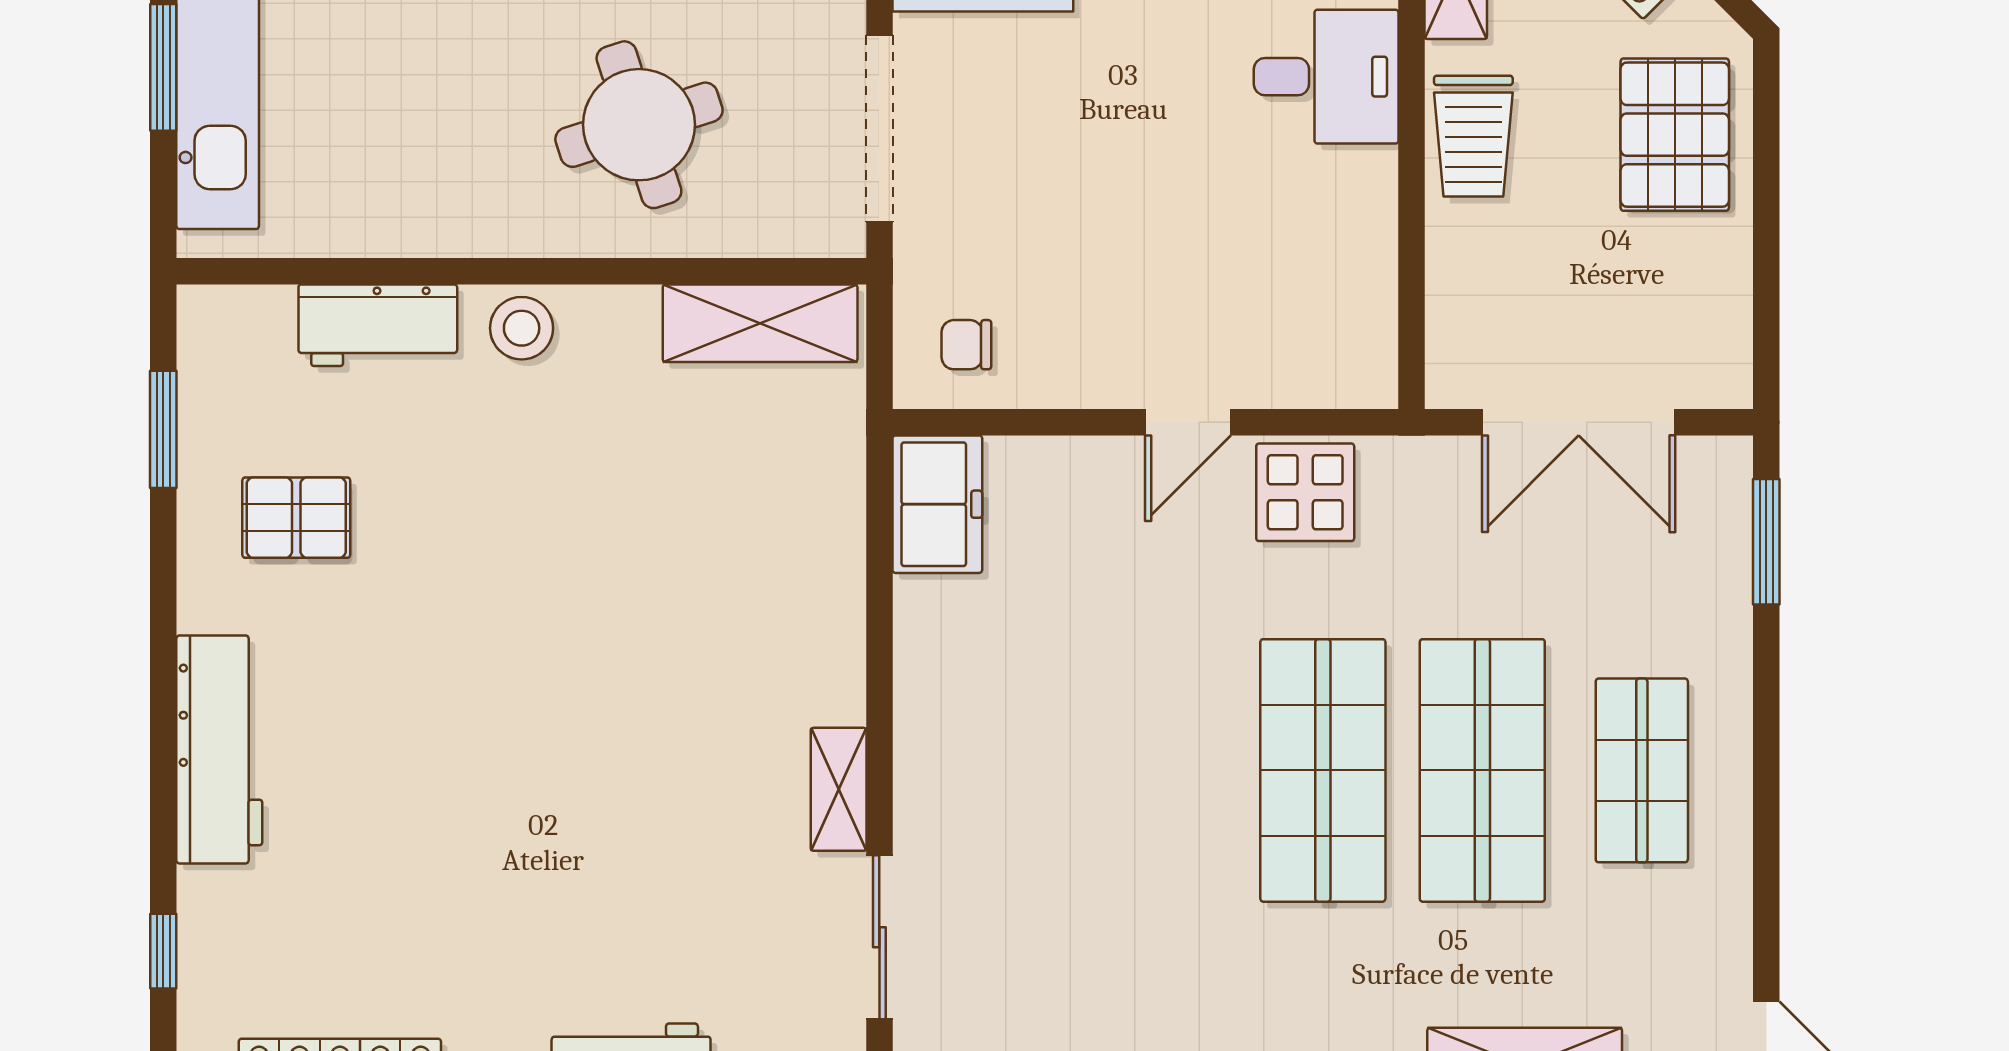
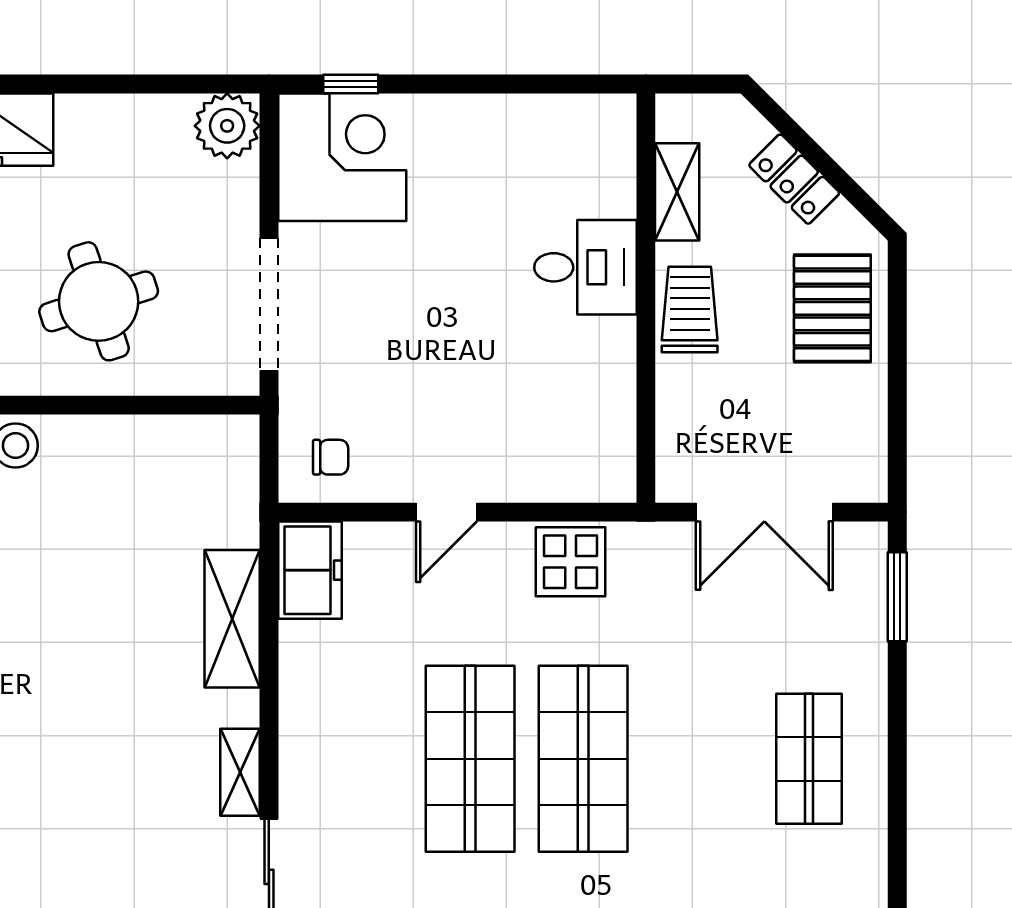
trolley: (1473, 136) -> (690, 309), turned 180
shelving: (760, 323) -> (232, 619), moved, turned 90
chair: (966, 345) -> (331, 457), turned 180
door: (1188, 422) -> (446, 512), moved
shop shelf: (1482, 770) -> (470, 759), moved

